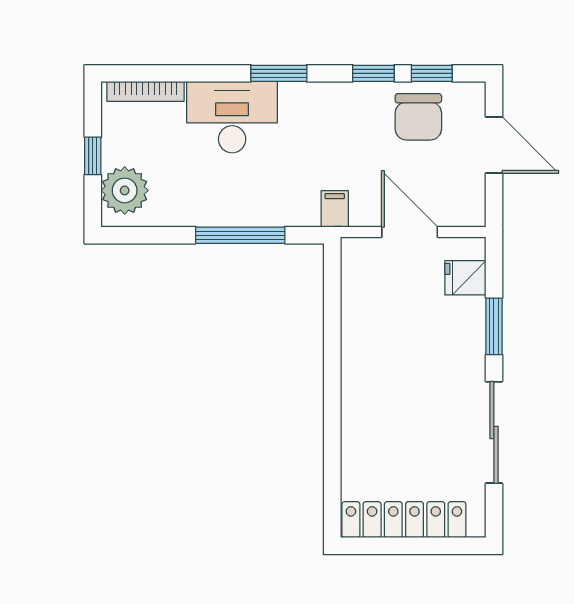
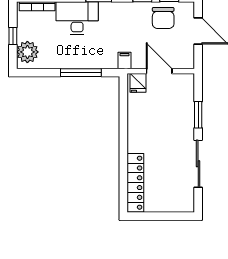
fridge: (465, 278) -> (138, 83), moved, turned -90
locker: (404, 520) -> (135, 183), moved, turned 90

